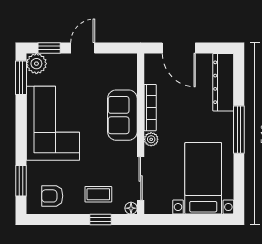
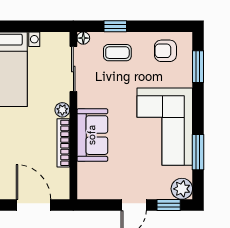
window: (21, 78) -> (198, 152), moved
armchair: (52, 196) -> (165, 51), turned 180

